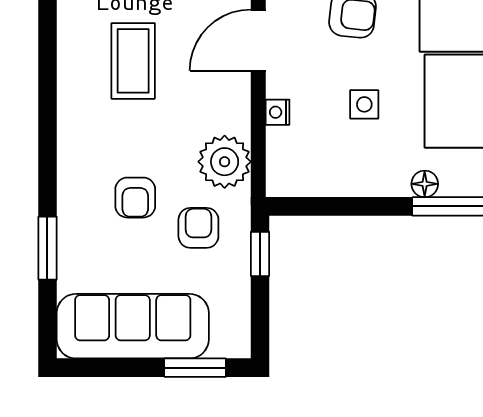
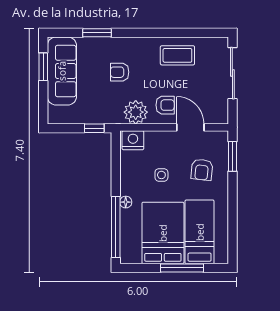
coffee table: (133, 61) -> (177, 55), moved
nightstand: (277, 112) -> (133, 140), moved, width x1.89, depth x1.79
armchair: (198, 228) -> (165, 105), moved
window: (195, 368) -> (43, 67), moved

